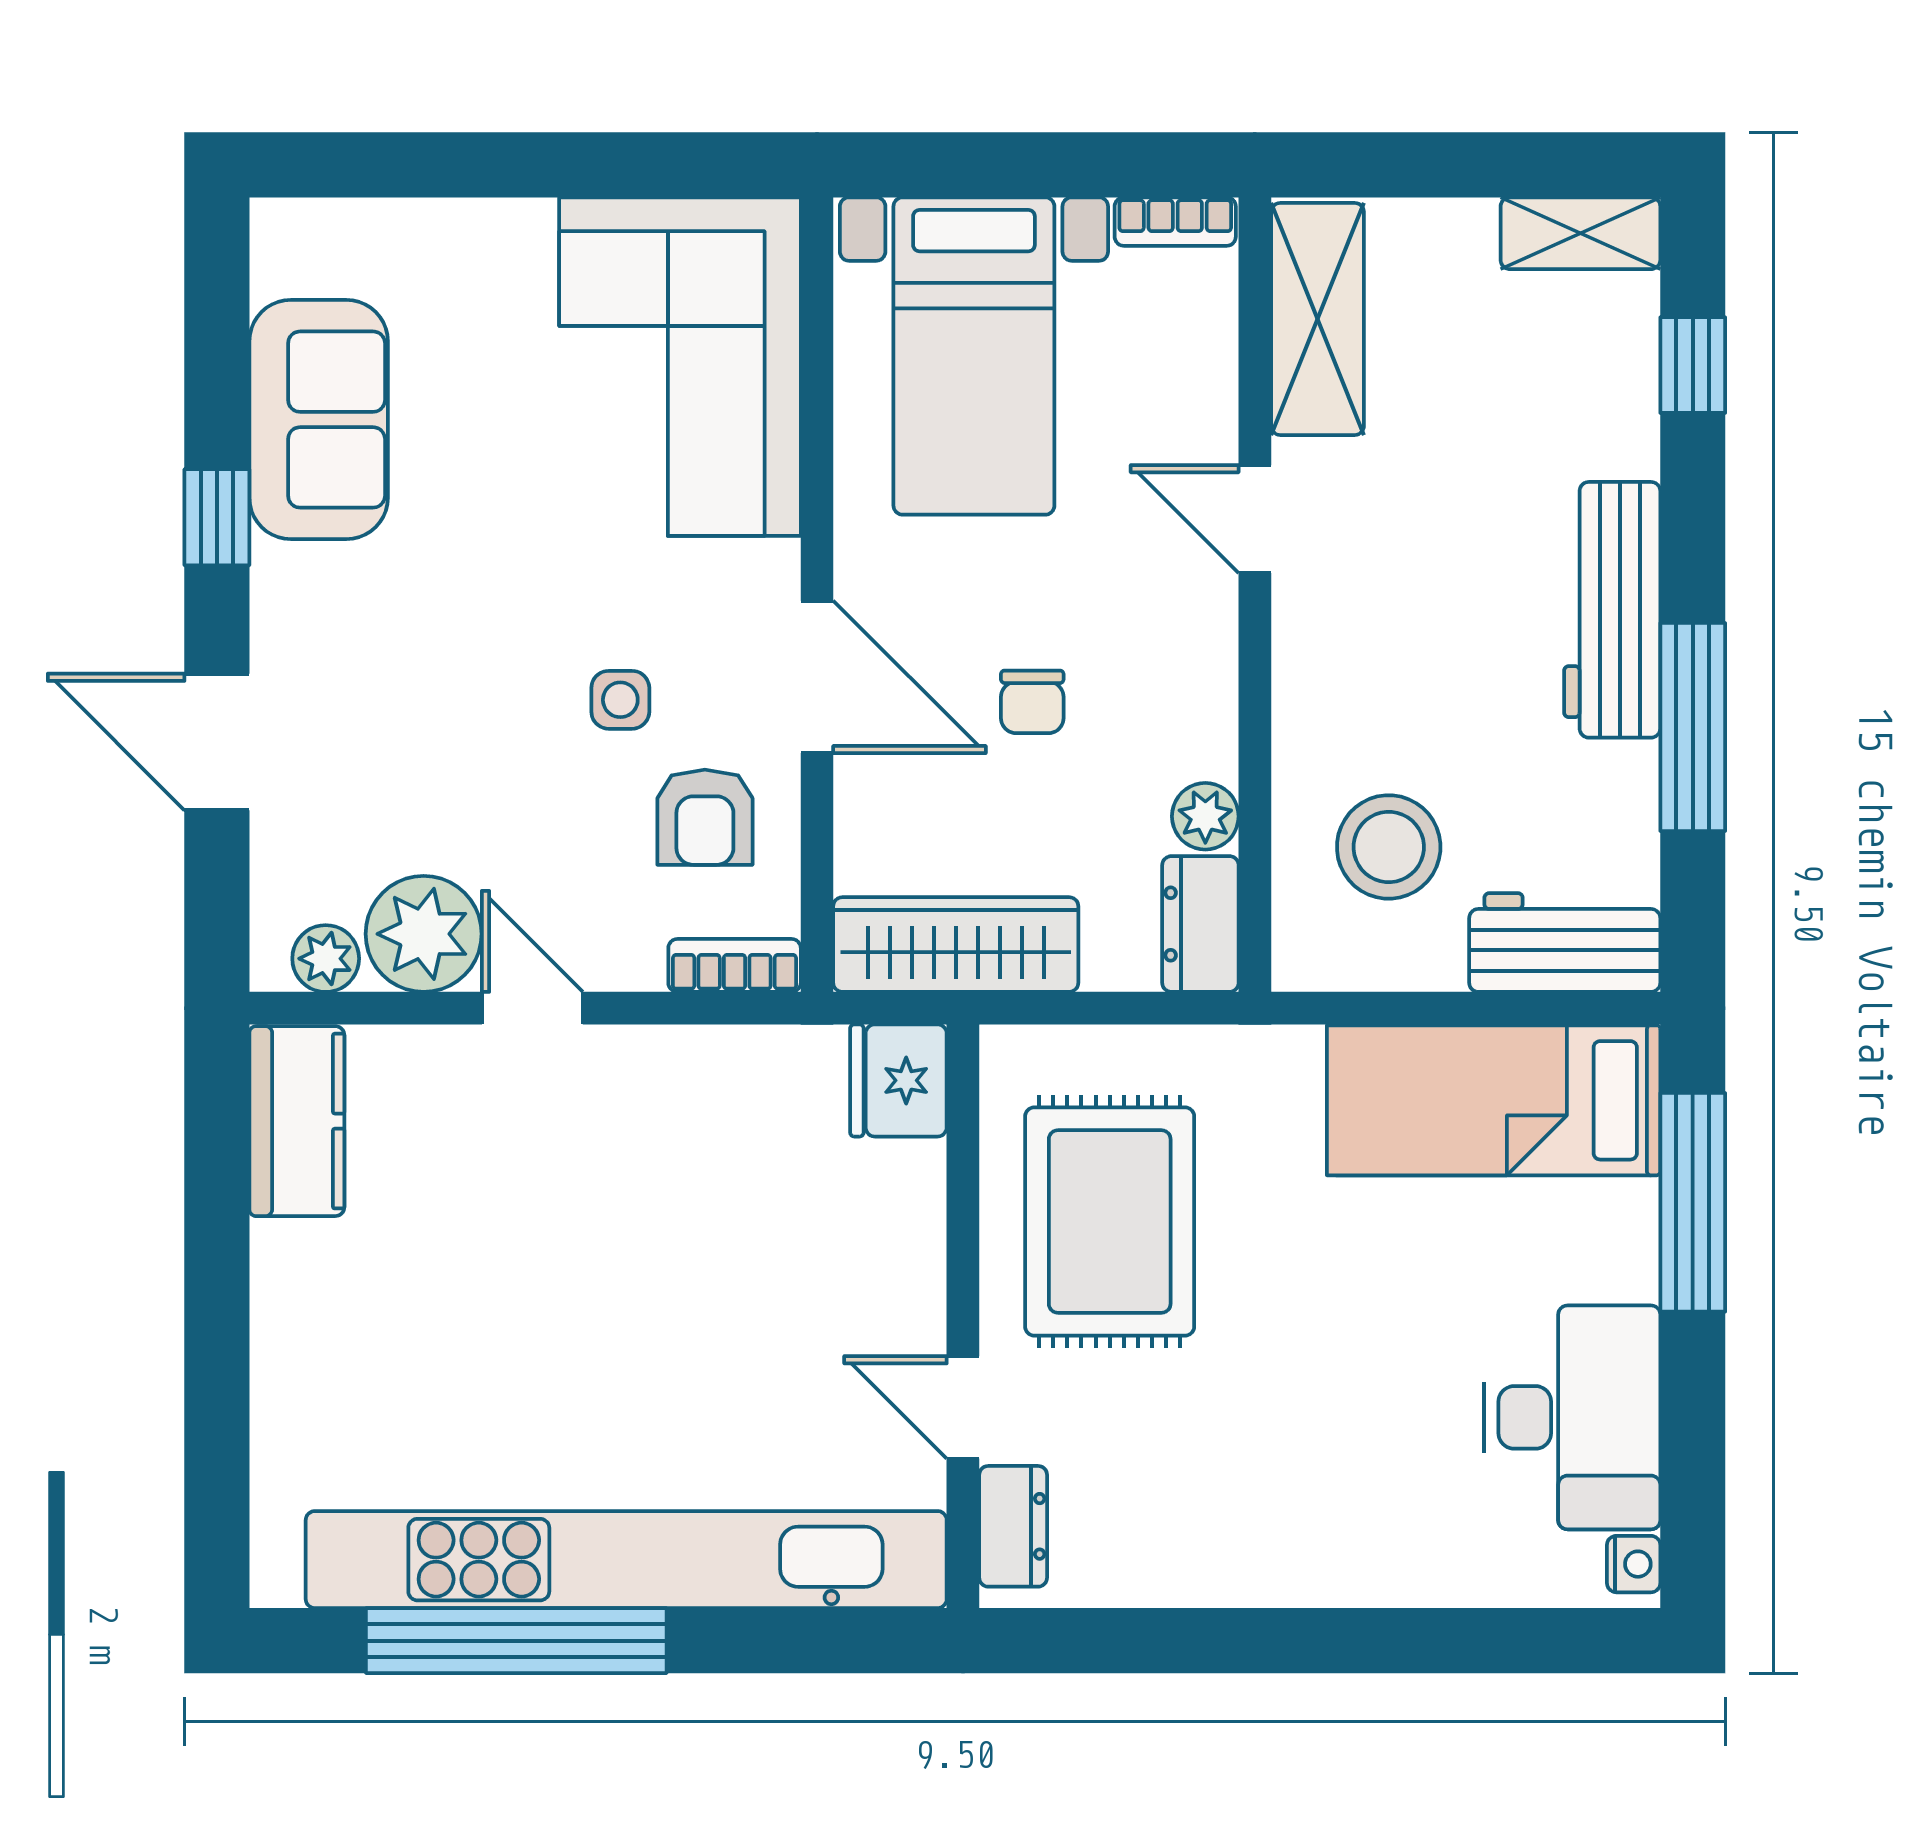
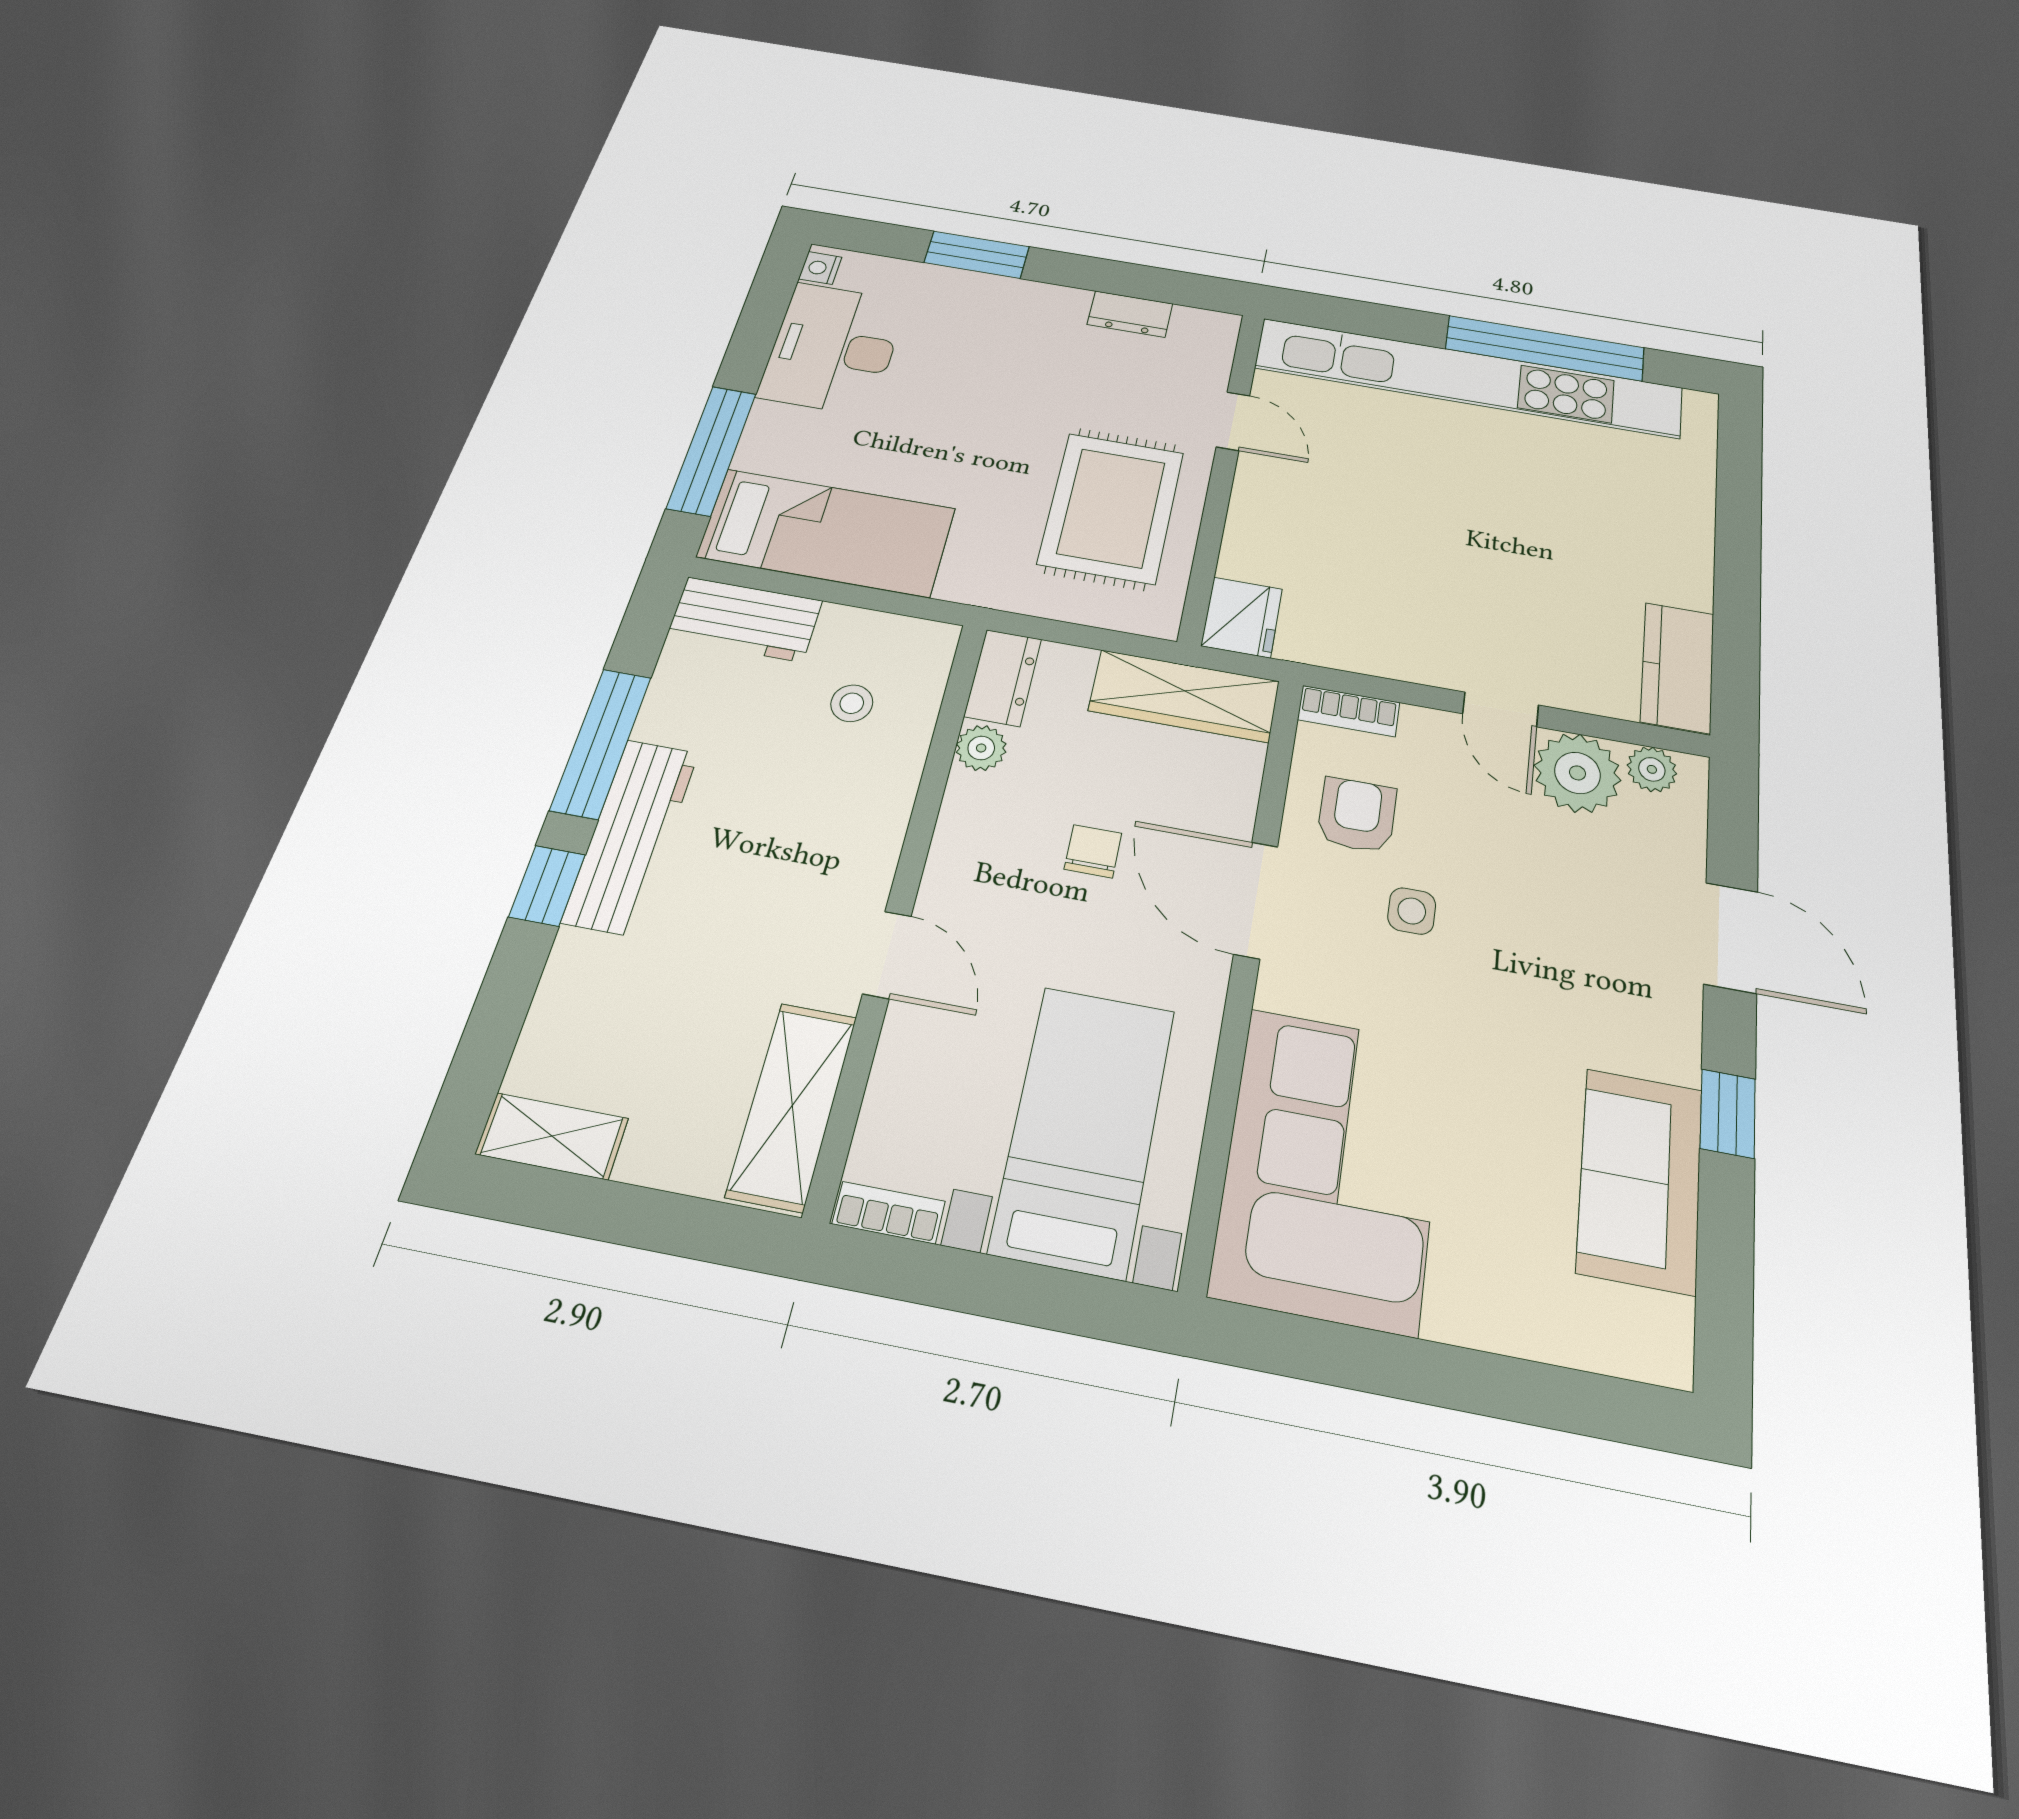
window: (1693, 365) -> (547, 886), moved
stool: (1389, 847) -> (852, 703), width x0.53, depth x0.53
dresser: (1013, 1526) -> (1130, 314), moved, turned -90
window: (1405, 1641) -> (977, 255), added

